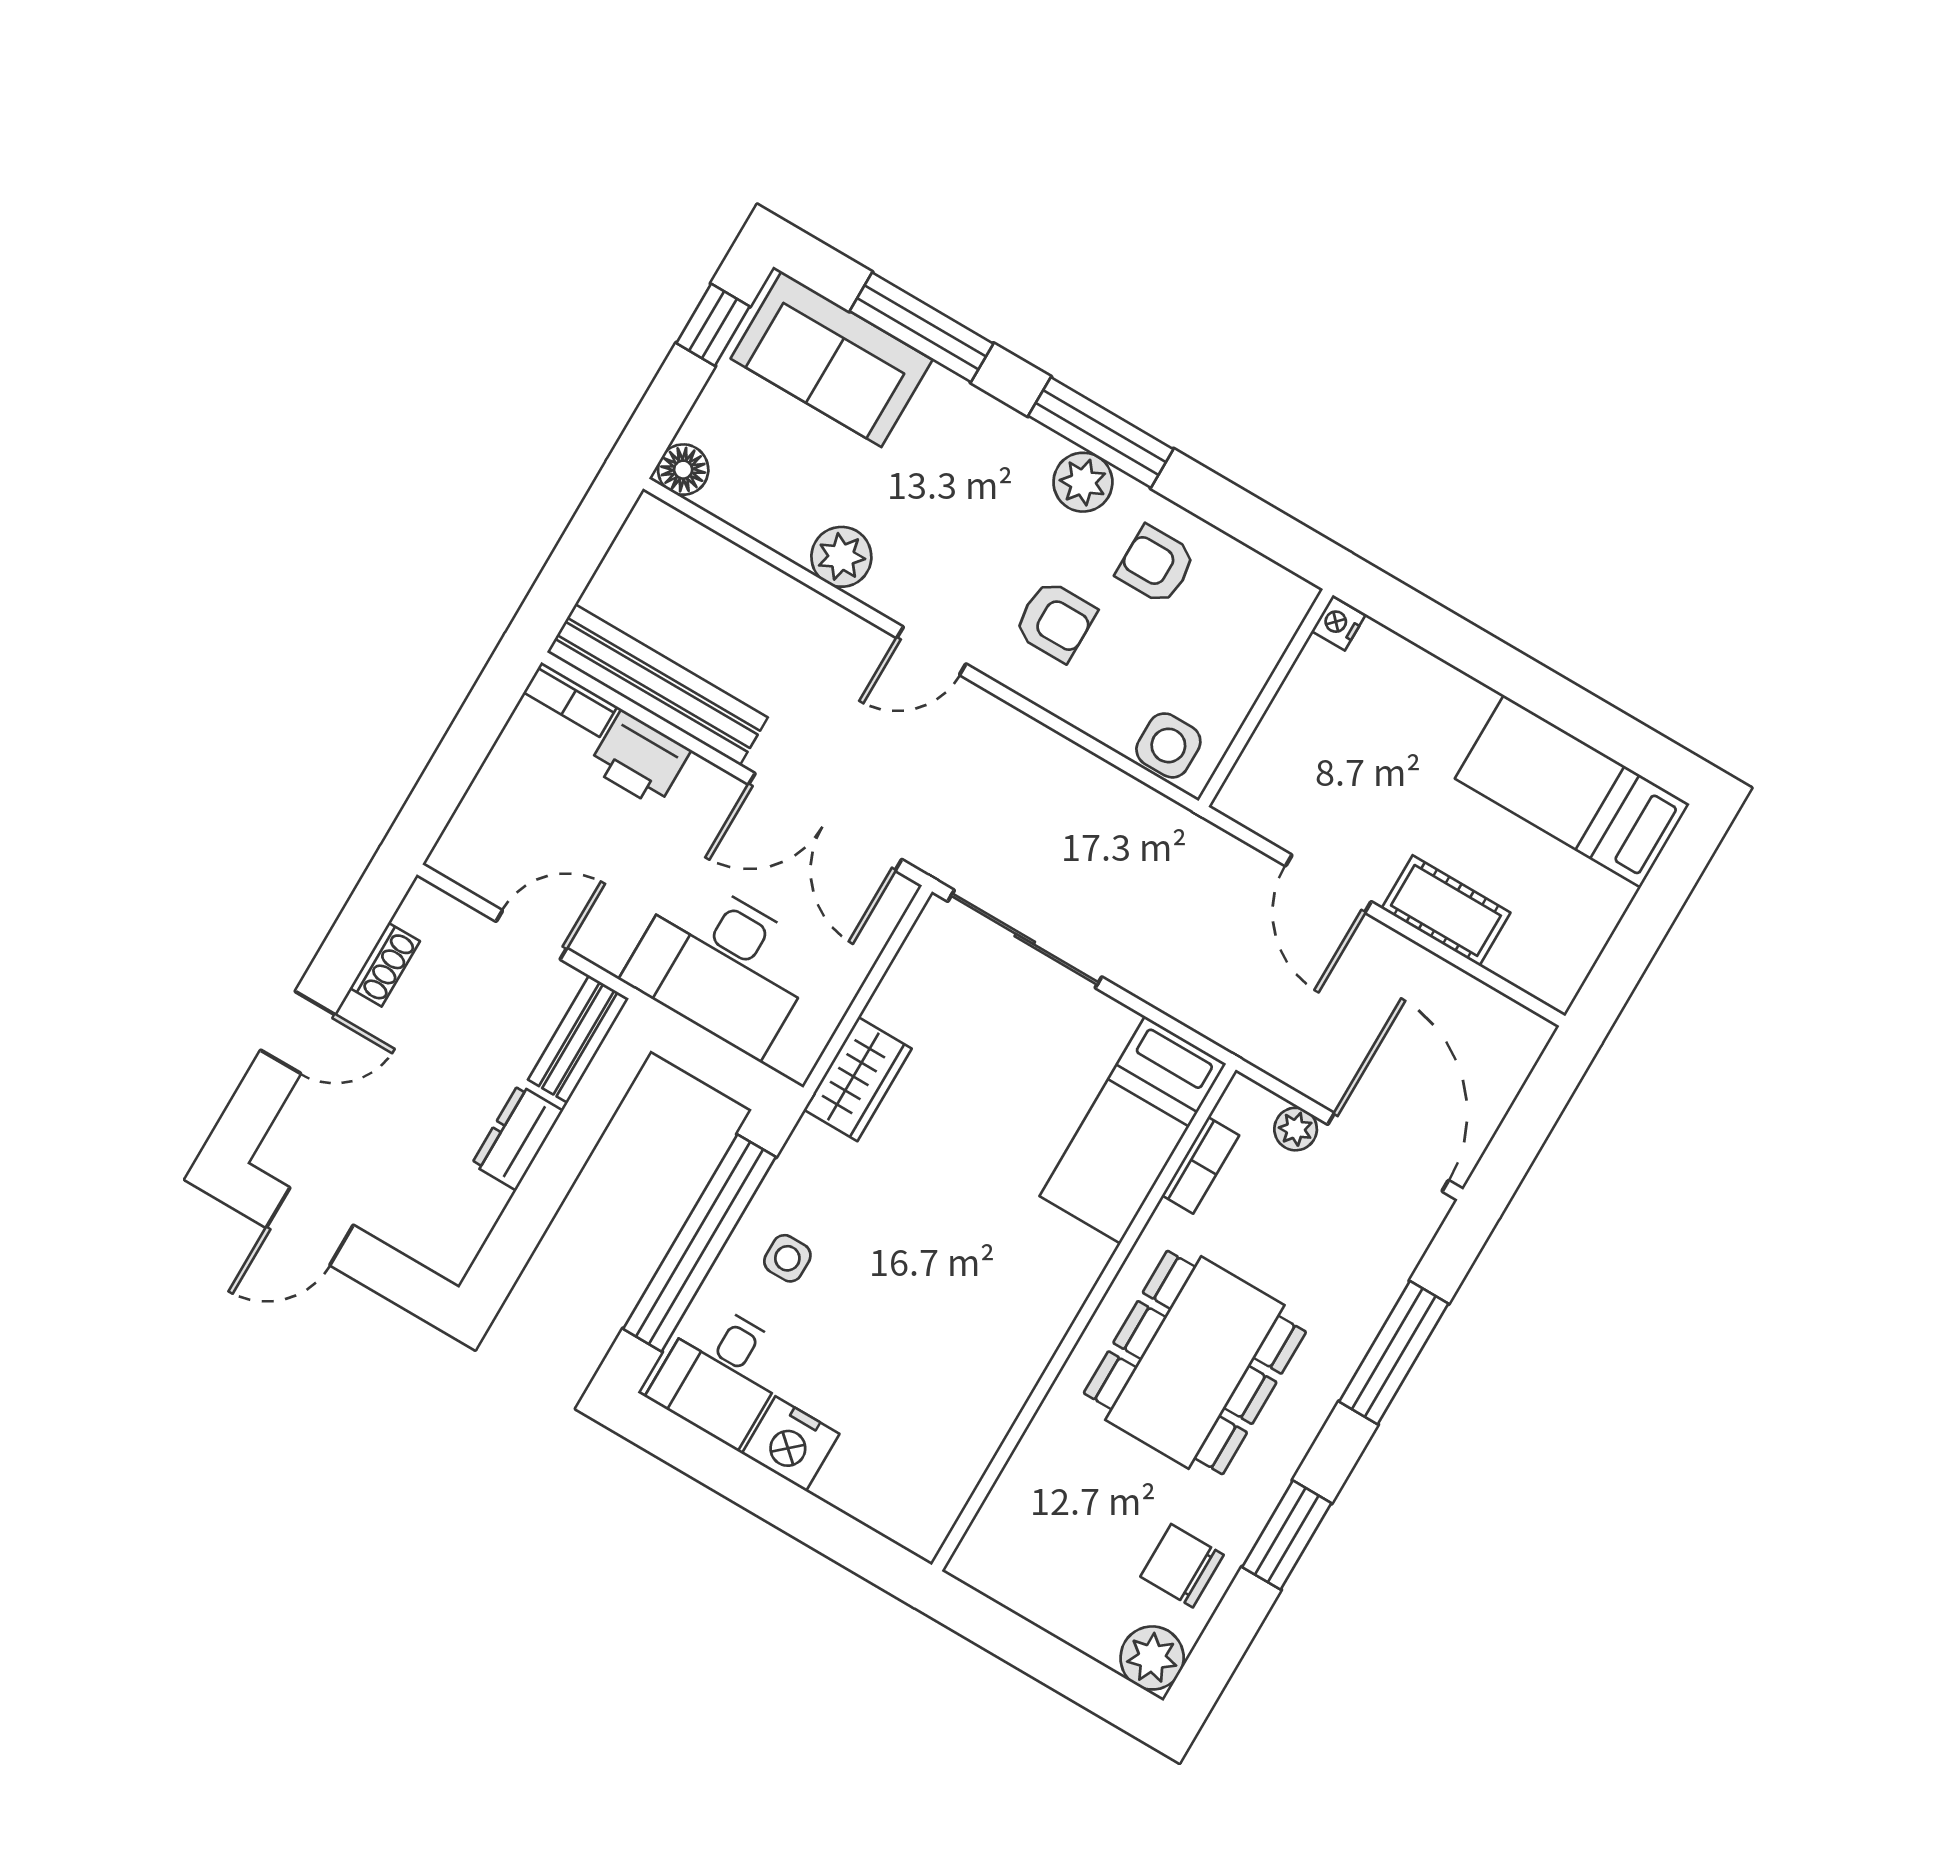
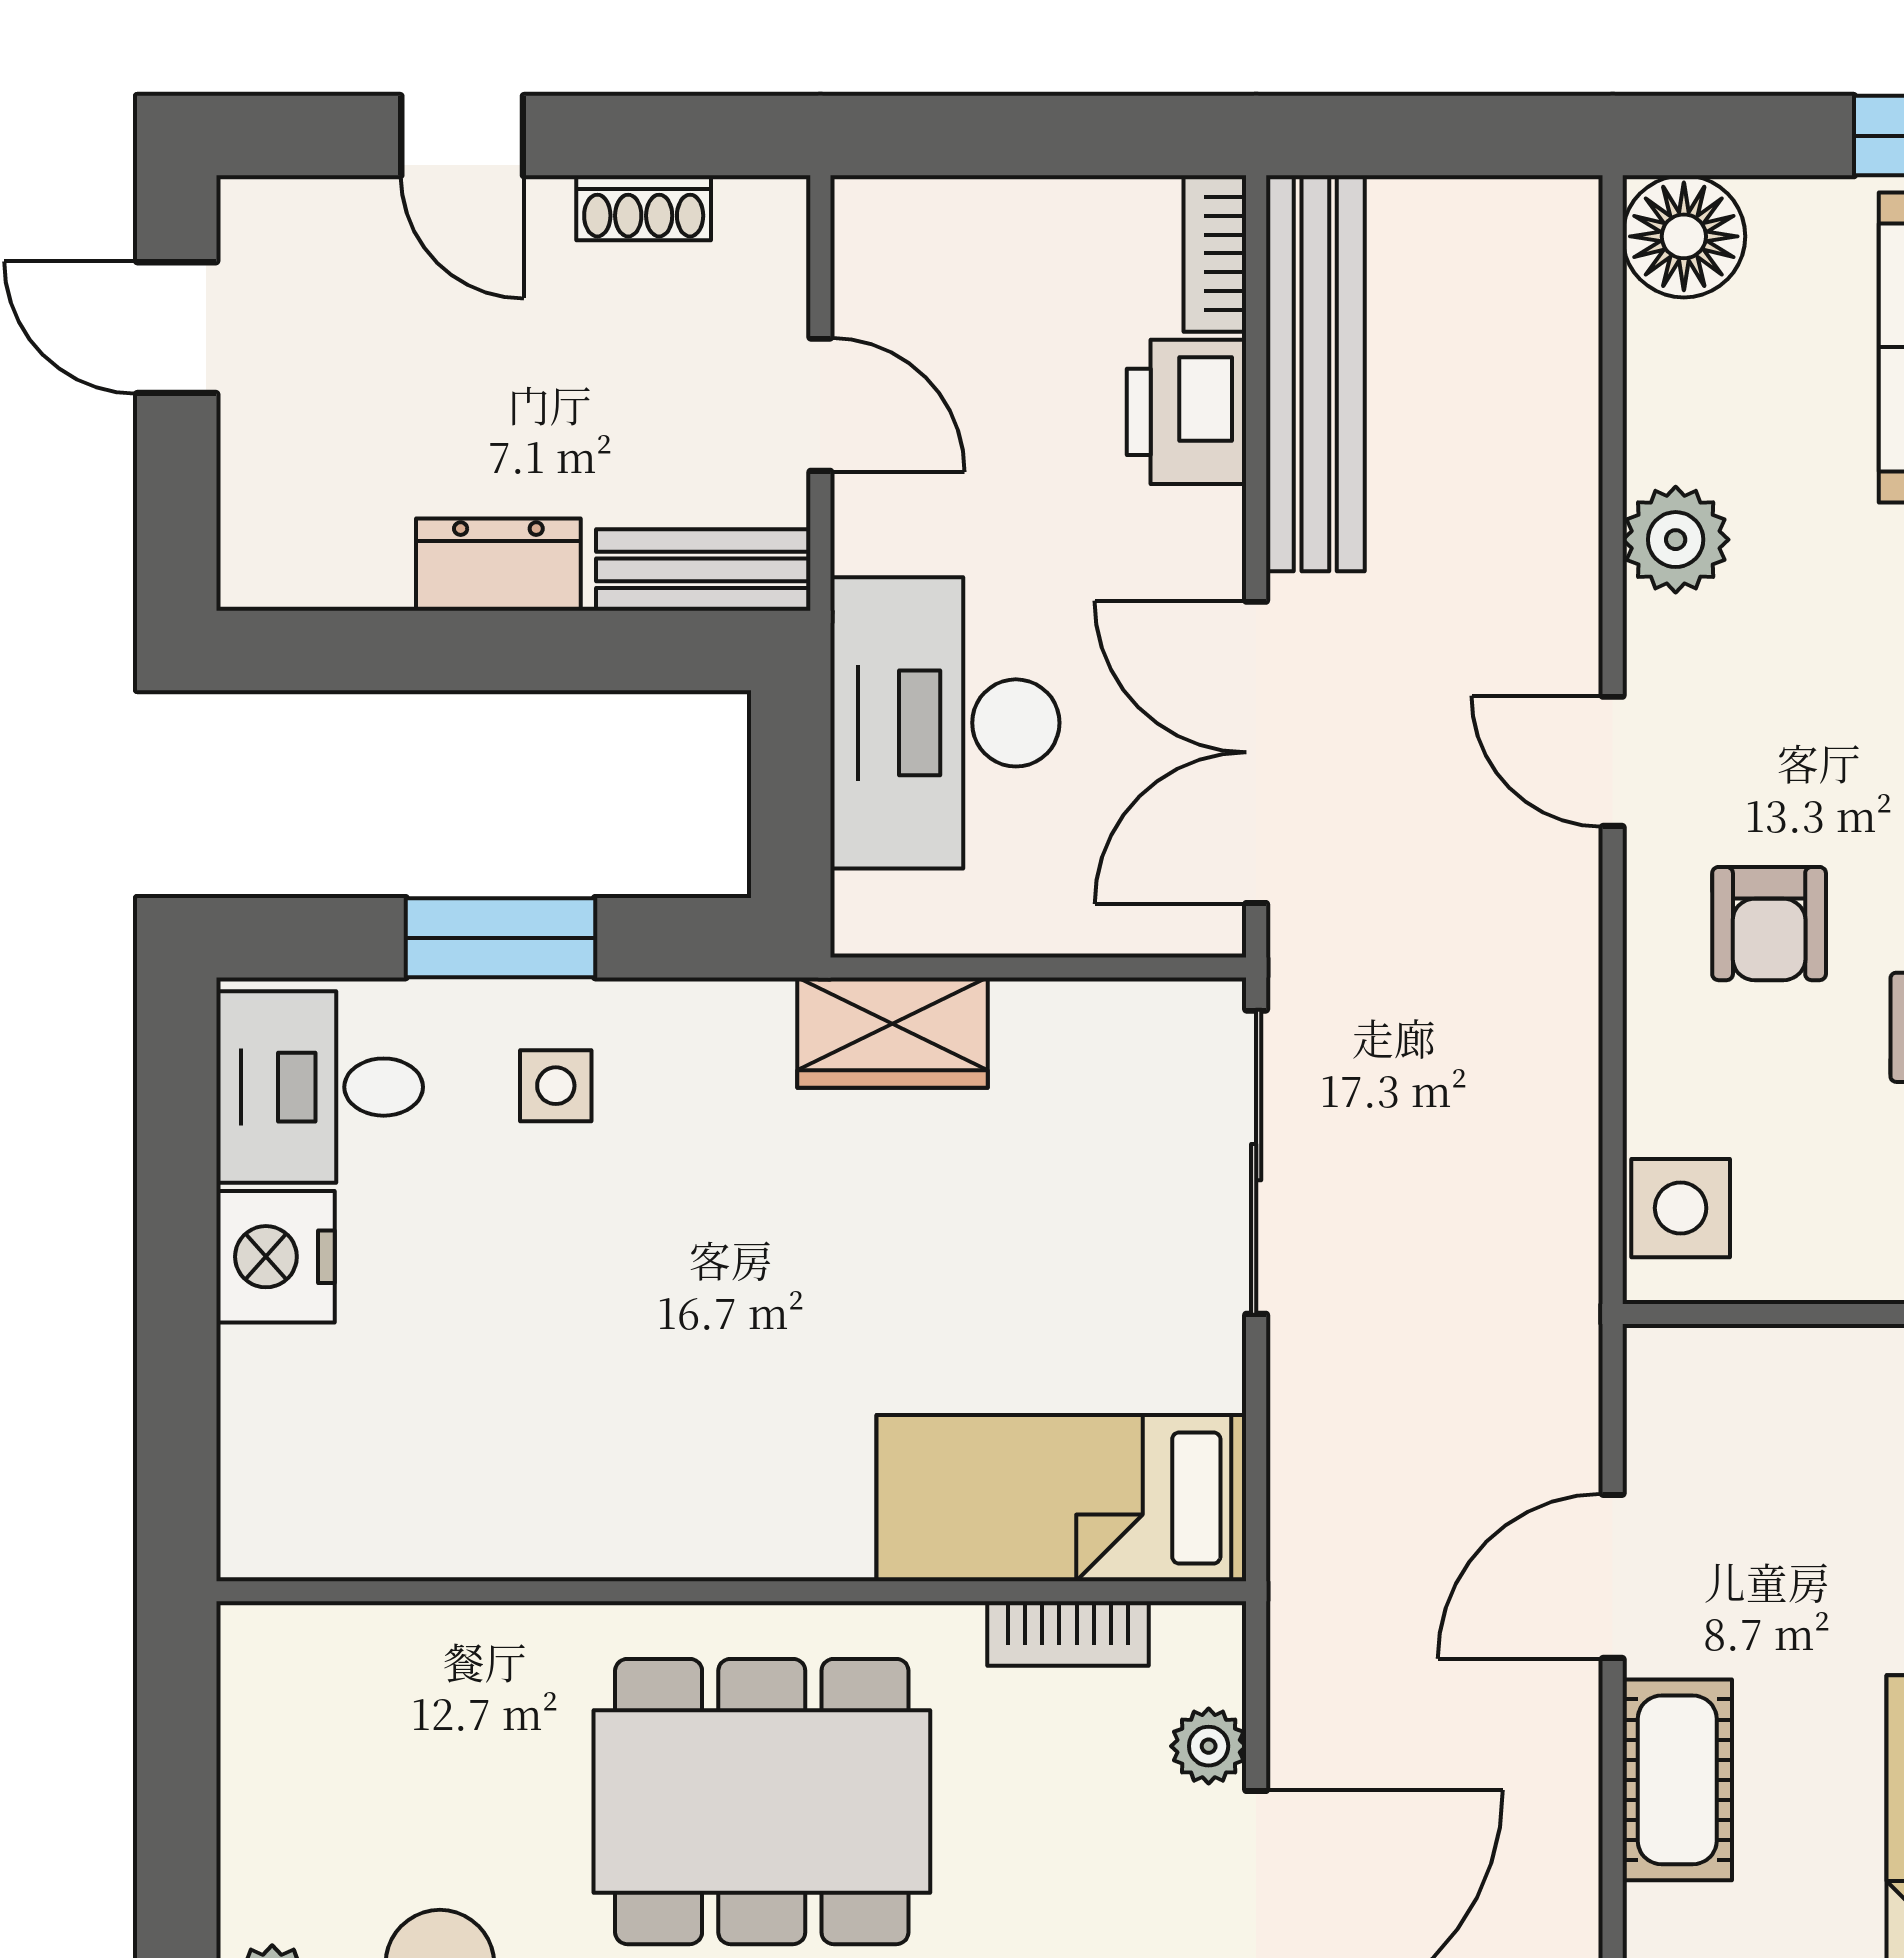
floor lamp: (683, 470) -> (1684, 236), width x1.38, depth x1.38
window: (699, 1243) -> (500, 938), width x0.47

